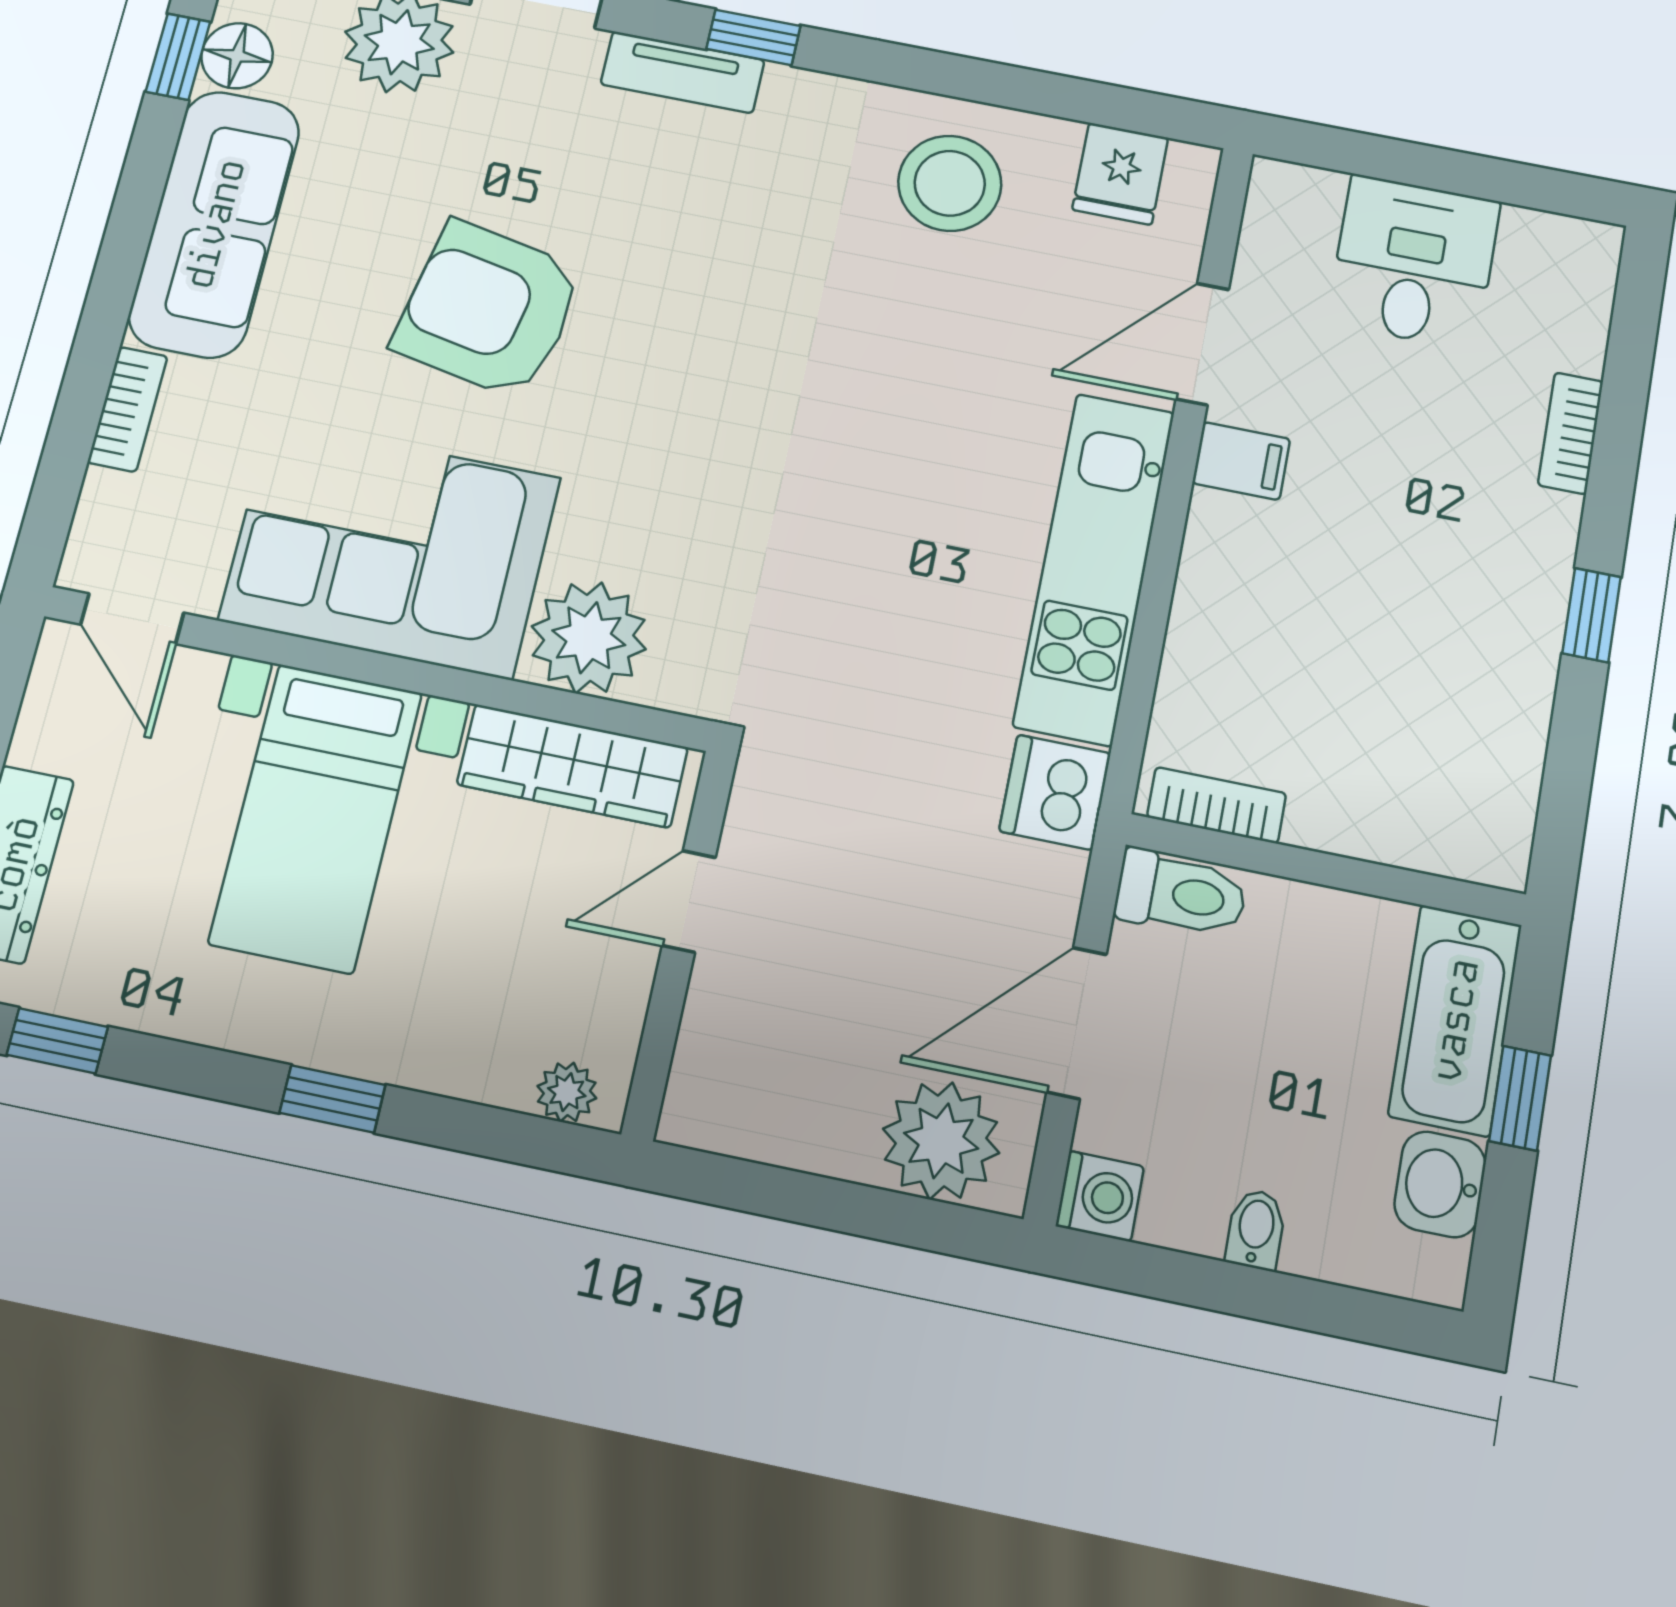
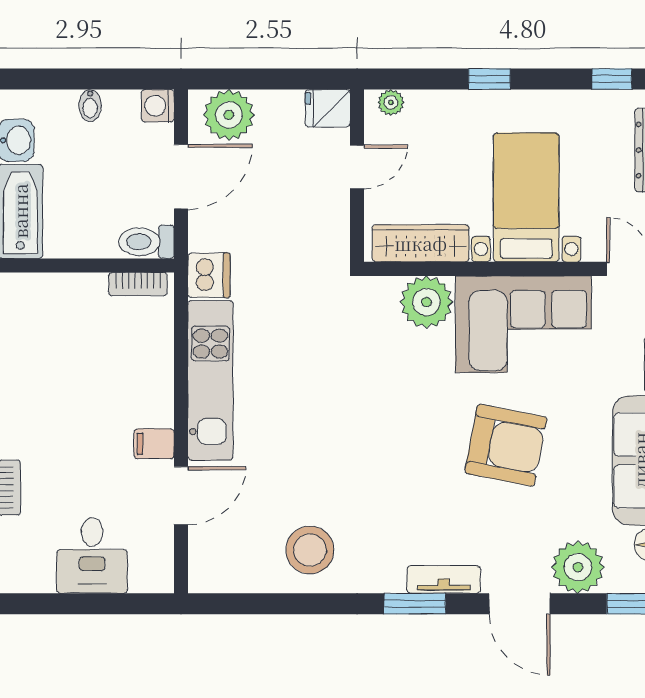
window: (753, 37) -> (415, 604), width x1.50
fridge: (1120, 174) -> (328, 108), moved, turned -90
door: (689, 901) -> (357, 167), moved

